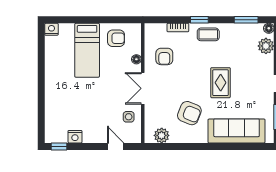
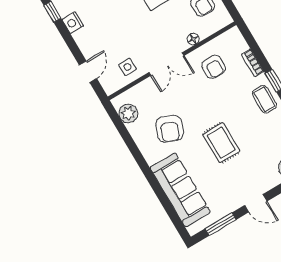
armchair: (164, 56) -> (214, 67), turned -90
rug: (221, 83) -> (221, 143), turned 90
double door: (143, 88) -> (166, 64), swing flipped

